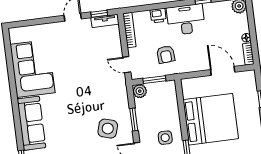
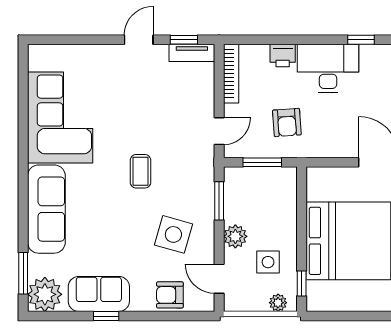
door: (127, 65) -> (219, 131), swing flipped
plant: (140, 91) -> (235, 236), moved
coffee table: (84, 94) -> (140, 171), added
window: (134, 120) -> (219, 201), moved

